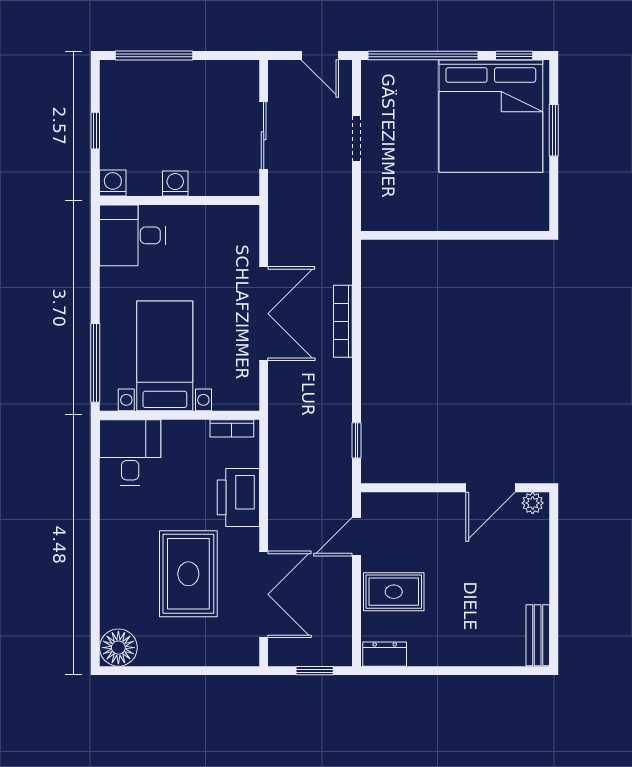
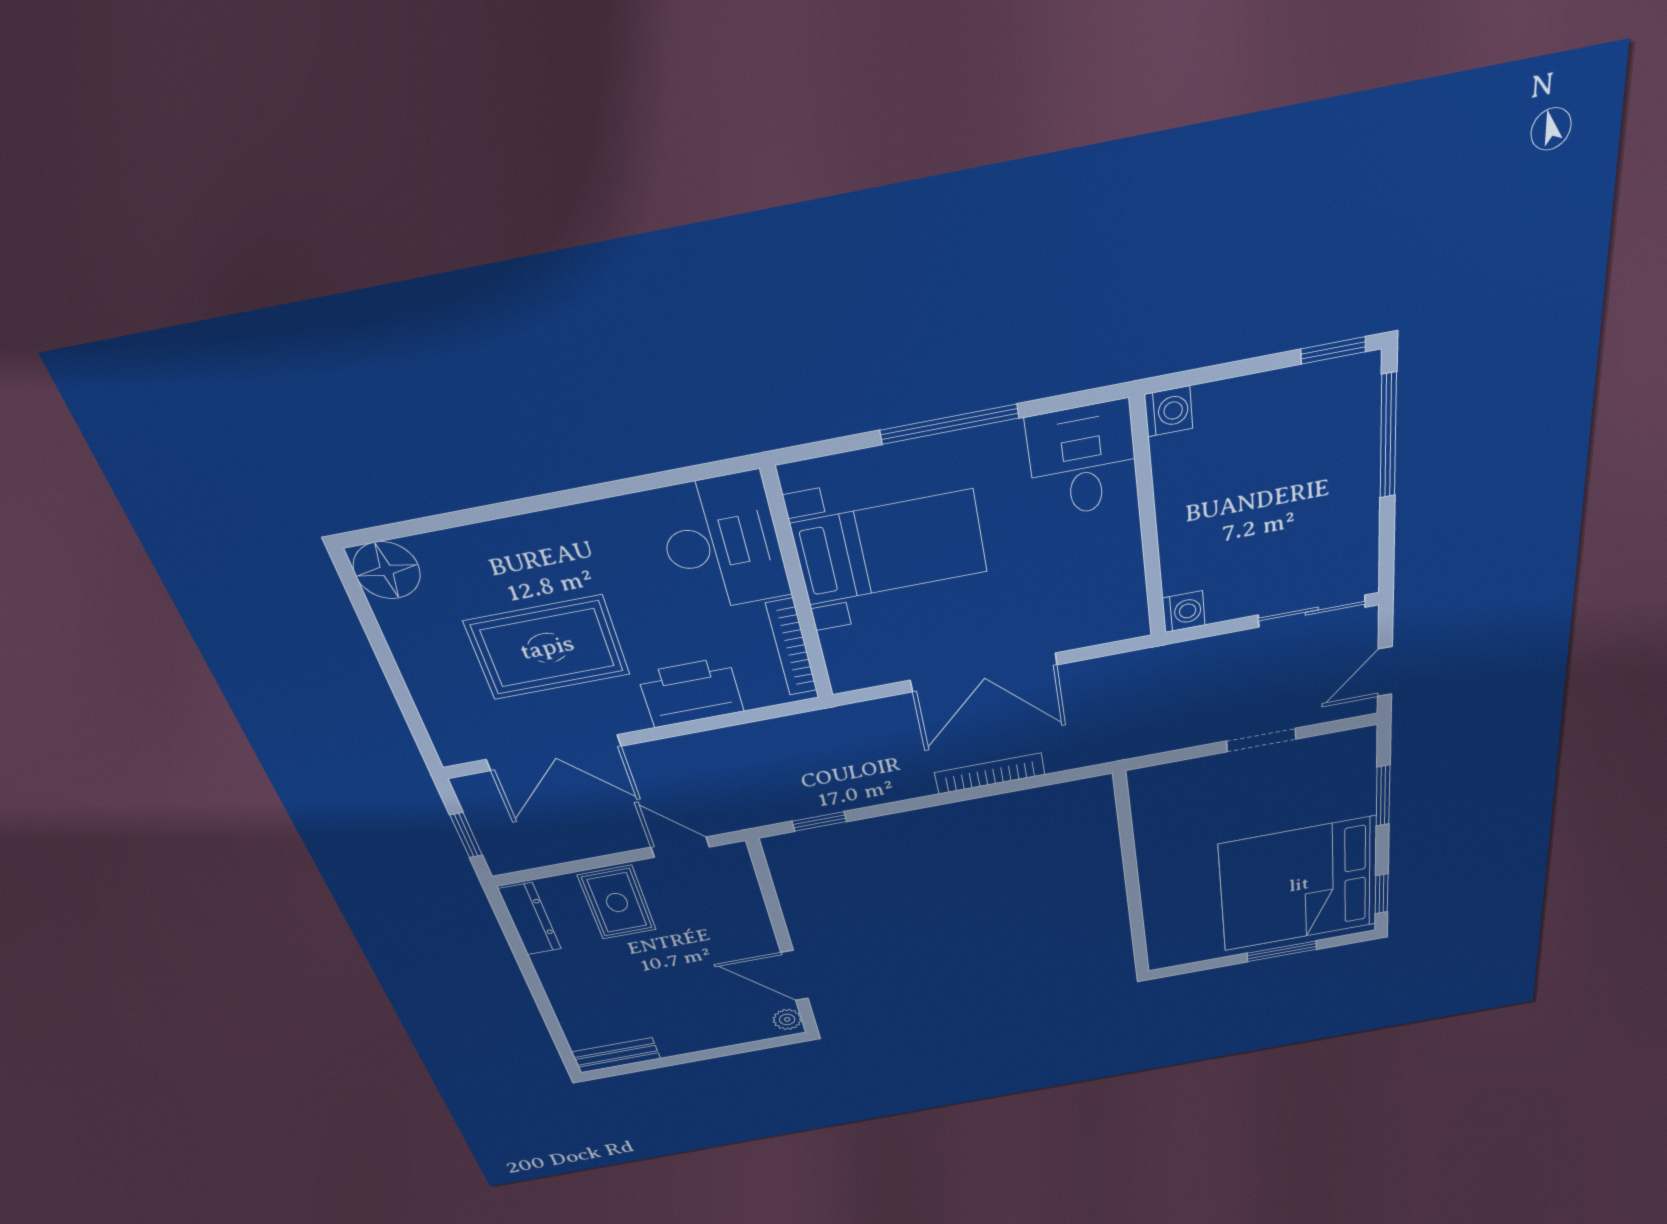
window: (423, 55) -> (1383, 796), width x0.47
window: (95, 131) -> (1333, 350), moved
sliding door: (264, 136) -> (1312, 611), moved
washing machine: (175, 184) -> (1184, 612), moved
window: (95, 363) -> (949, 424), moved
bookcase: (232, 428) -> (792, 647), width x1.56
desk: (130, 452) -> (722, 543), width x1.37
dresser: (385, 654) -> (530, 919), width x1.44

